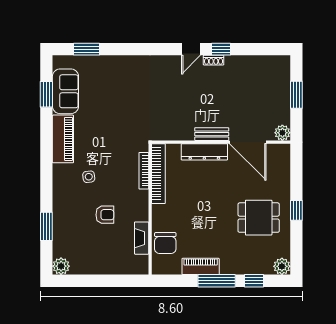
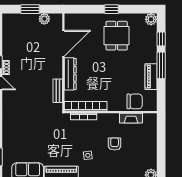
plant: (282, 133) -> (44, 19), moved
bench: (212, 134) -> (58, 91), moved

